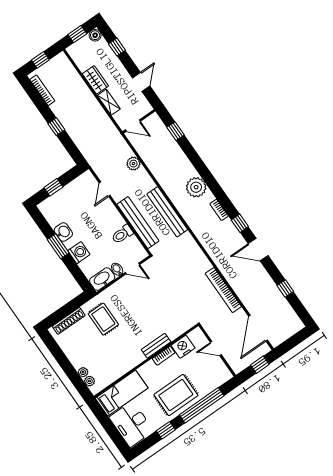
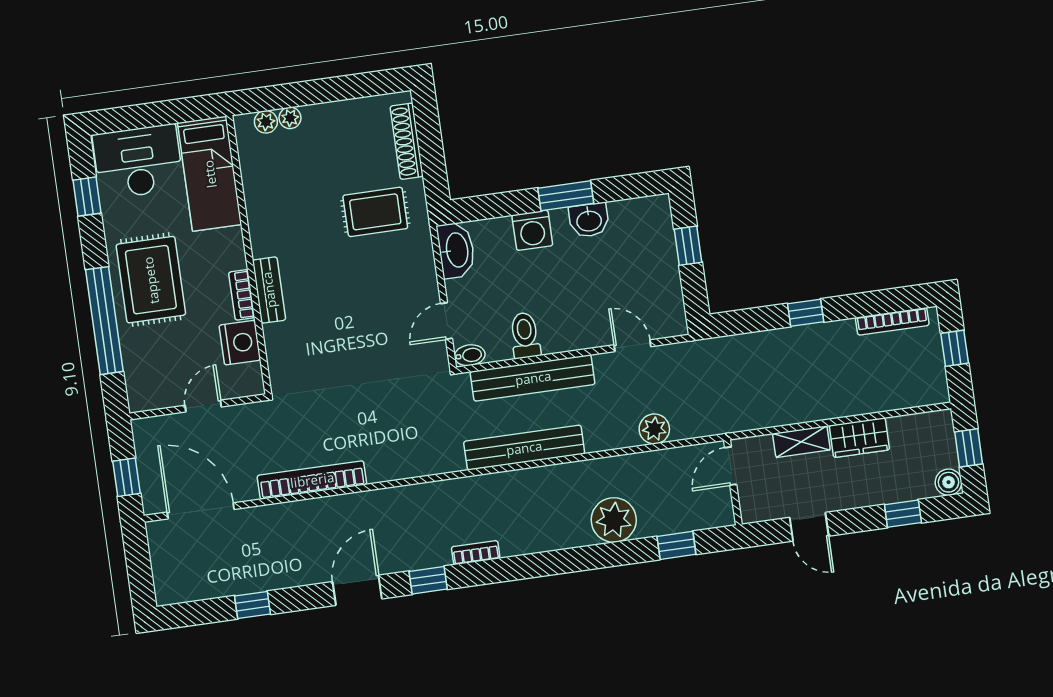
plant: (196, 187) -> (614, 520), moved
bidet: (117, 269) -> (470, 355), moved
window: (166, 430) -> (87, 197), moved

